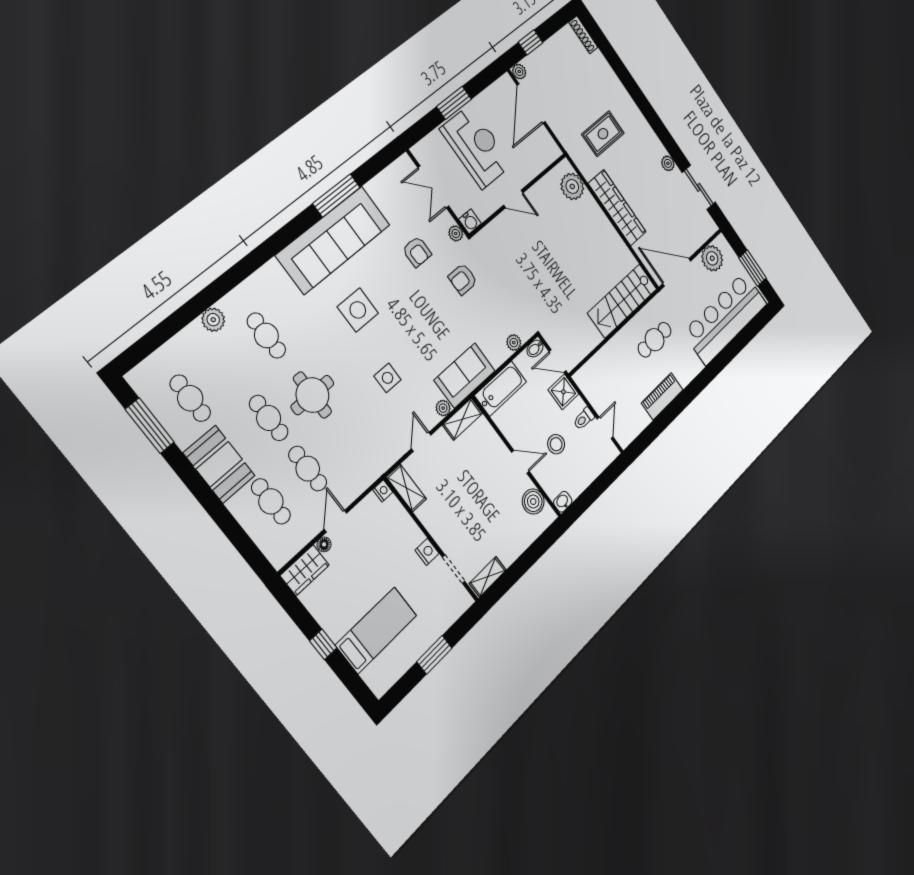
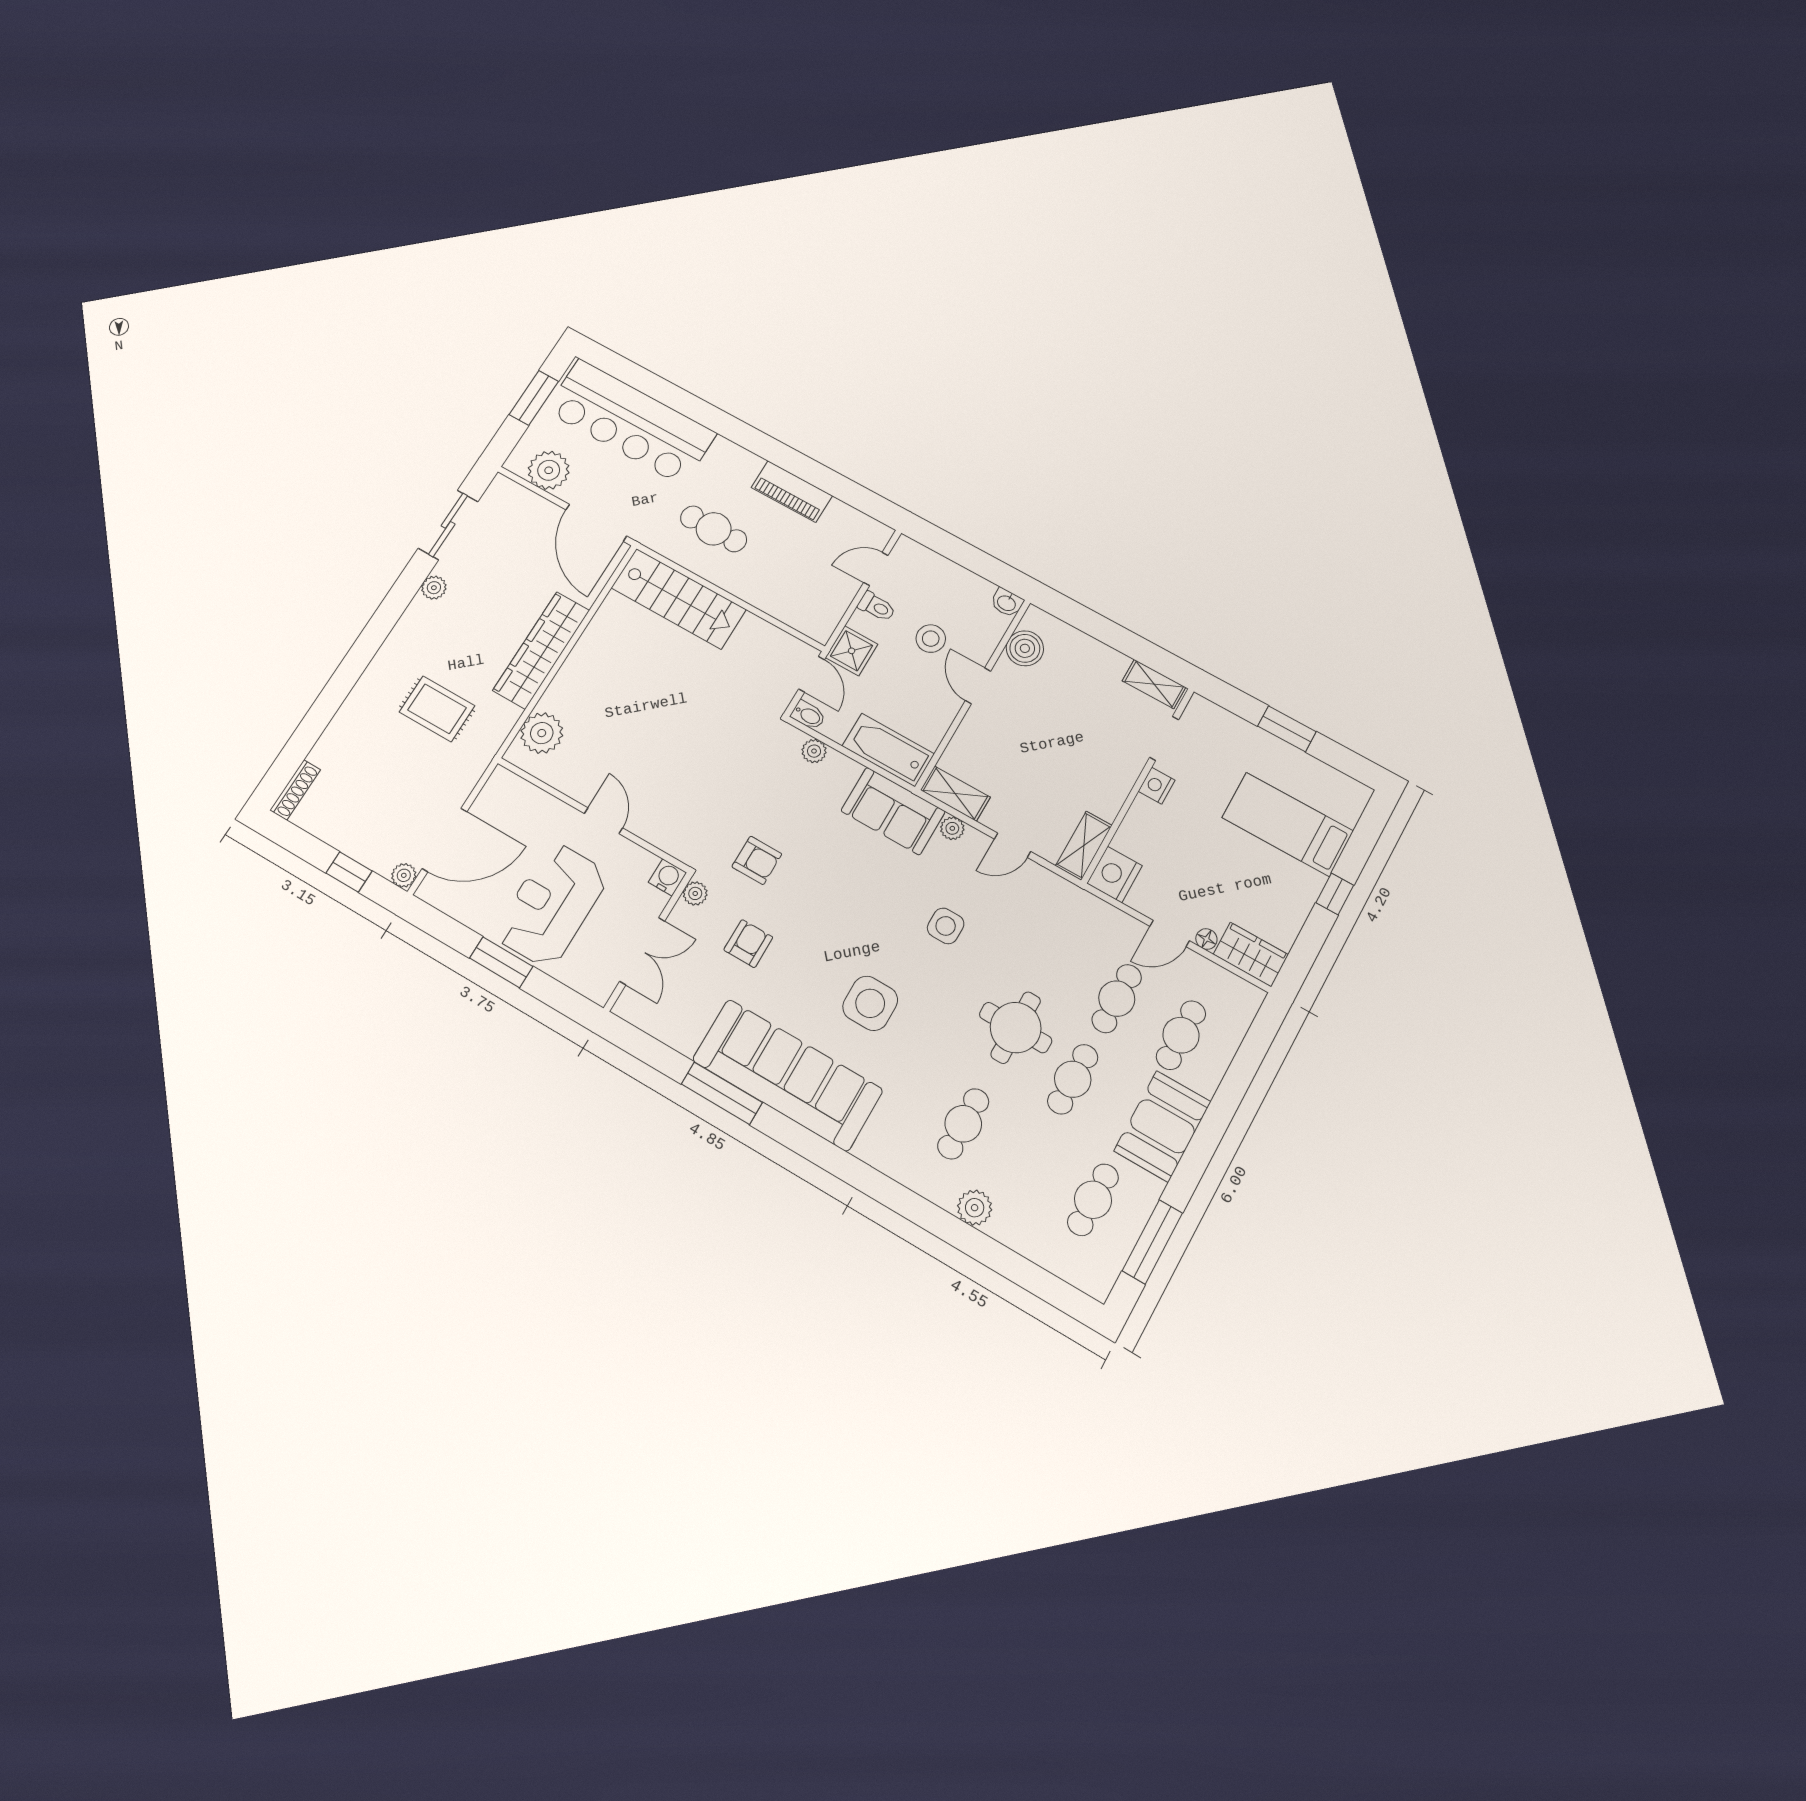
nightstand: (383, 491) -> (1115, 875), width x1.89, depth x1.79

